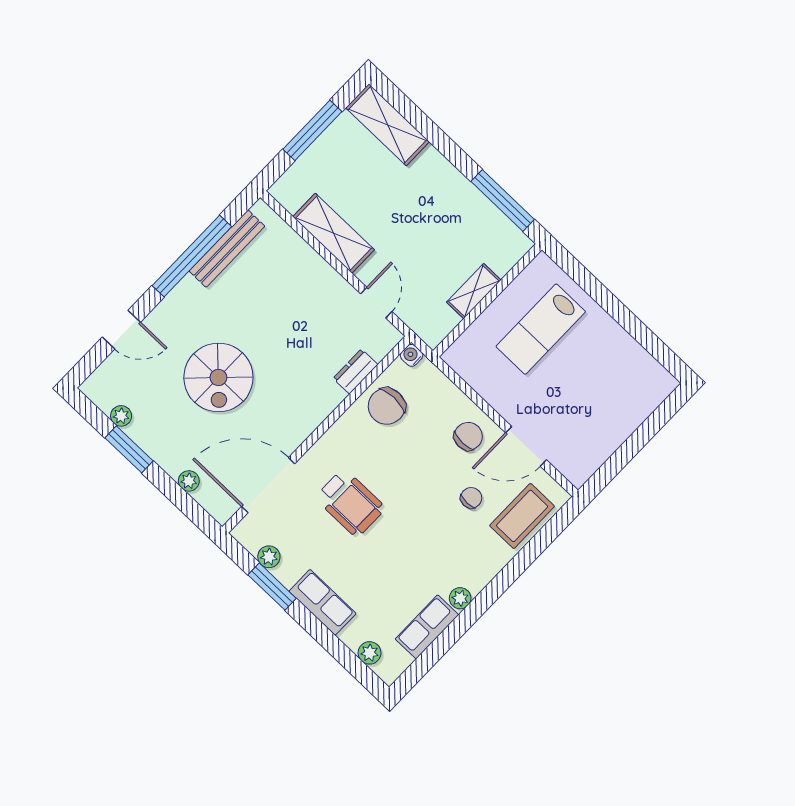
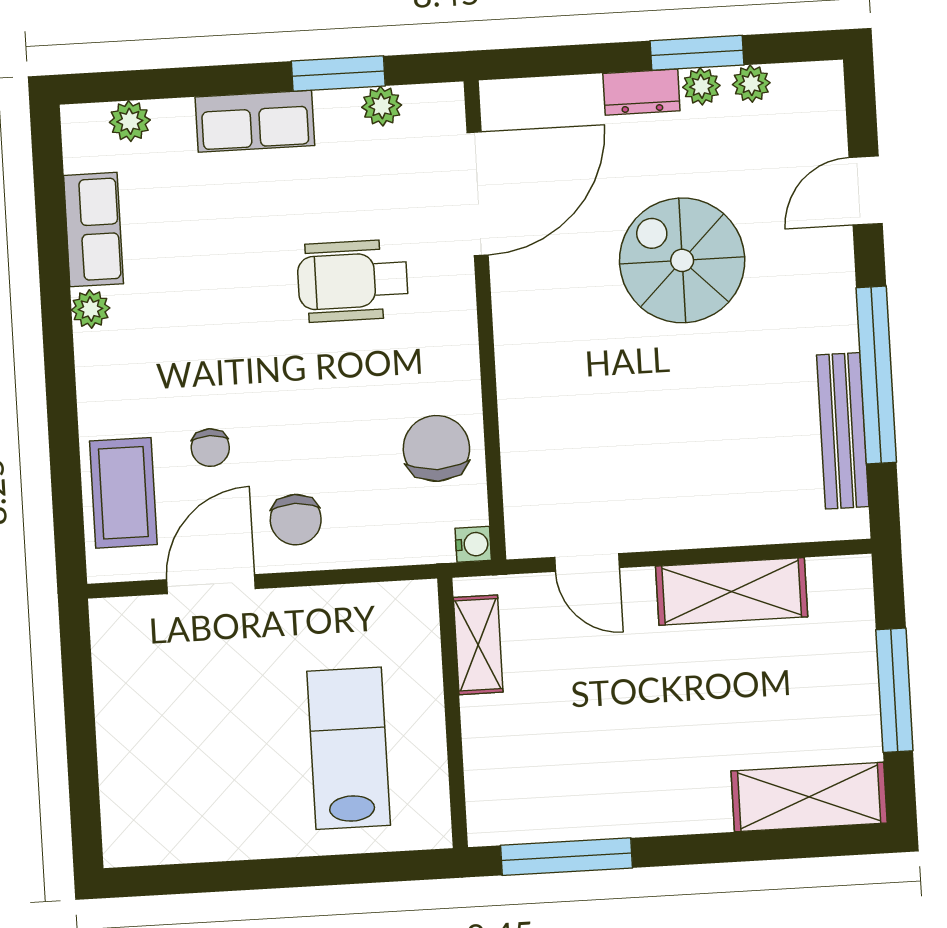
shelving: (474, 291) -> (478, 645), moved
dresser: (355, 371) -> (641, 92), moved, turned 90
plant: (189, 481) -> (701, 86), moved

